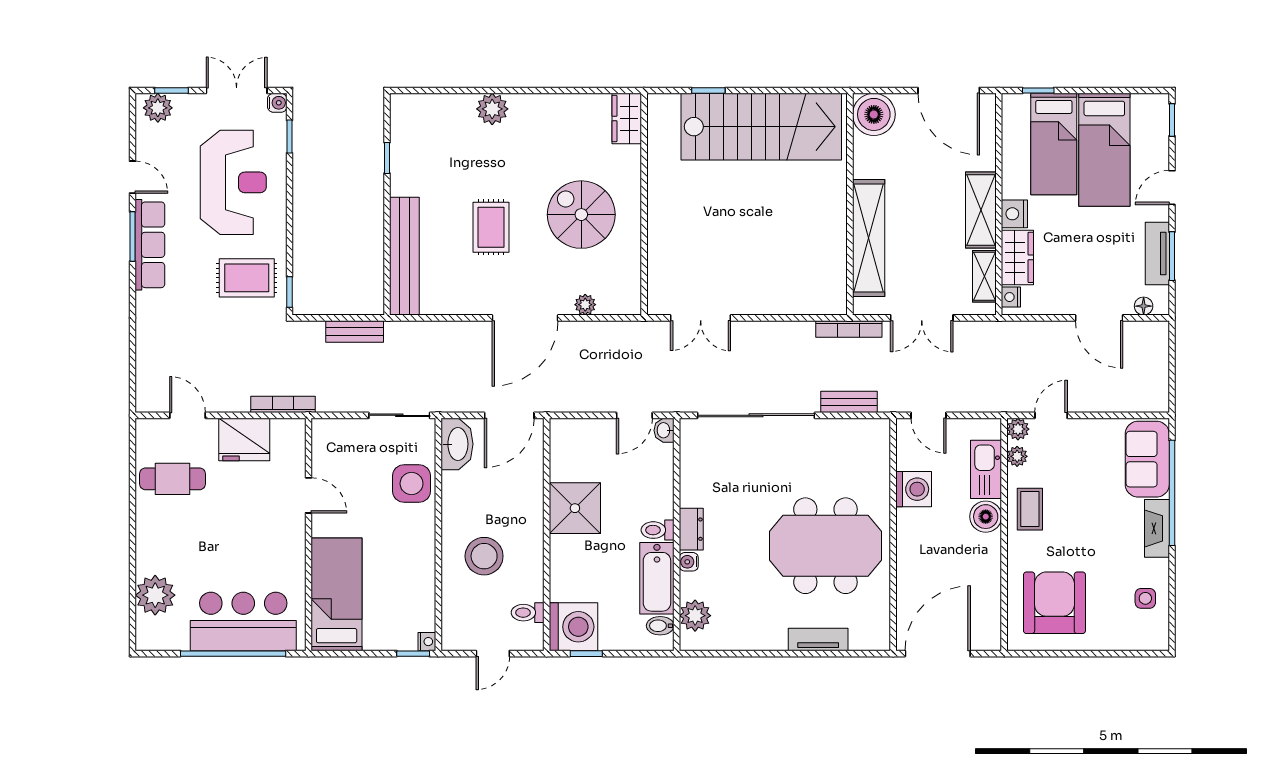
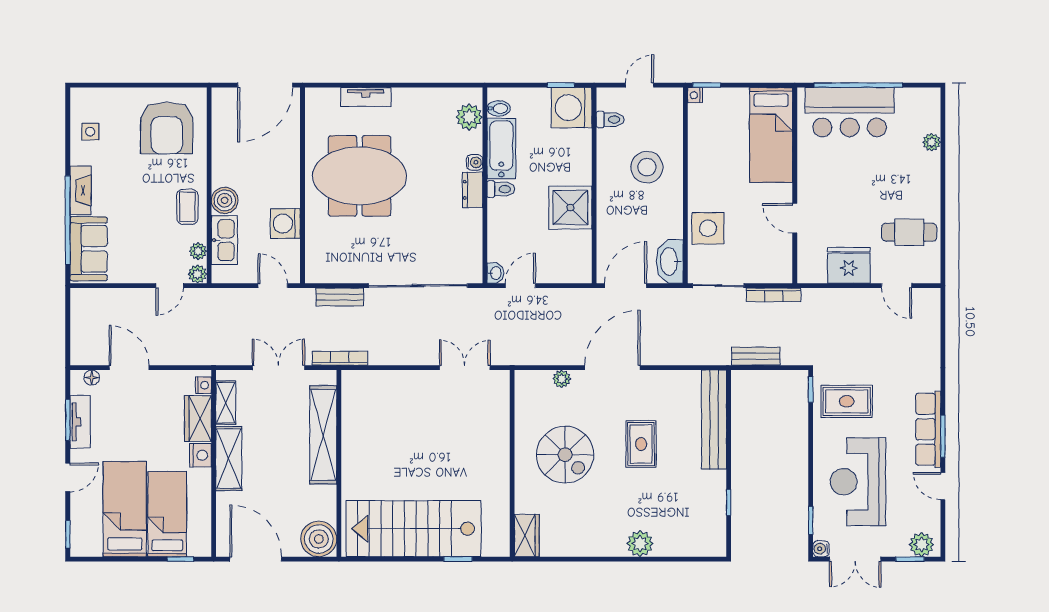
bookcase: (283, 404) -> (774, 295), moved
plant: (155, 595) -> (932, 142), width x0.53, depth x0.53

